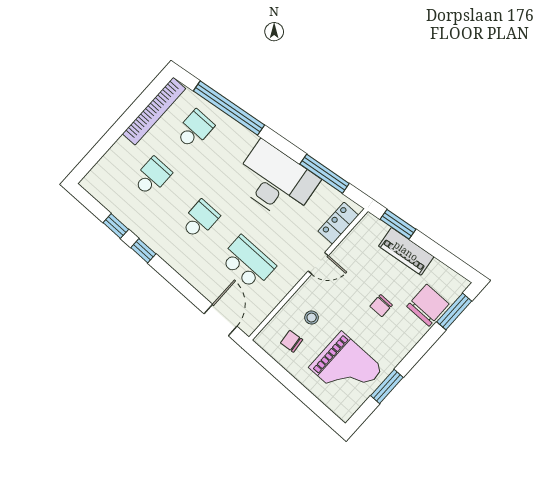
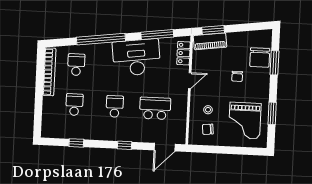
window: (229, 108) -> (101, 39), moved
window: (143, 251) -> (125, 145), moved
piano: (406, 251) -> (210, 41), moved
chair: (428, 305) -> (260, 58), turned 180
window: (454, 311) -> (274, 63), moved
door: (220, 320) -> (165, 147), swing flipped
grand piano: (346, 368) -> (245, 121), turned 90

